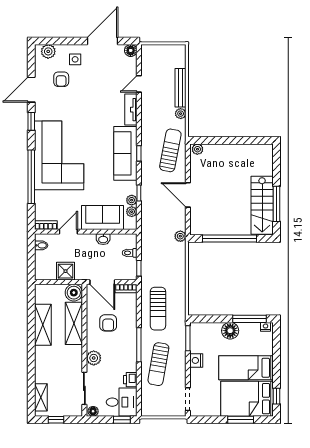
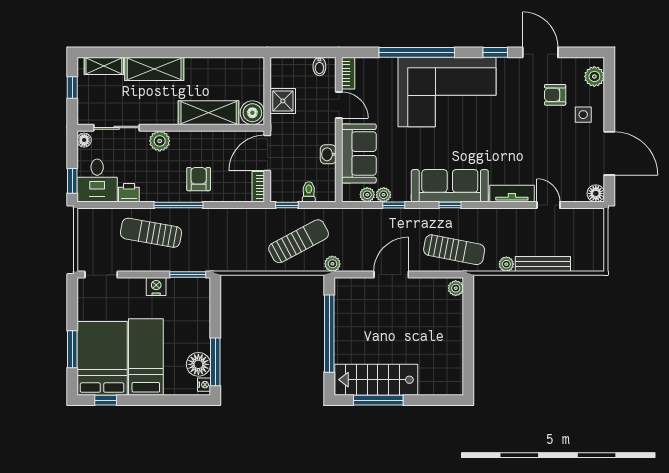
sun lounger: (158, 309) -> (299, 241), moved, turned 152
armchair: (108, 323) -> (199, 179), moved, turned 90
shelving: (43, 325) -> (154, 69), moved
floor lamp: (230, 331) -> (198, 364), moved

